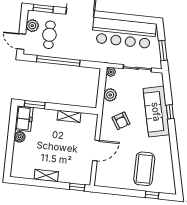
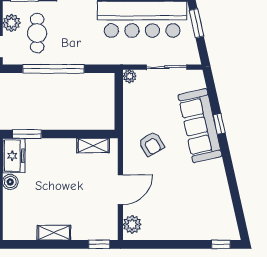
window: (163, 51) -> (197, 23), moved
plant: (110, 95) -> (132, 224), moved
shelving: (69, 116) -> (93, 145), moved
coffee table: (144, 169) -> (191, 208), removed
window: (152, 195) -> (221, 244), moved

